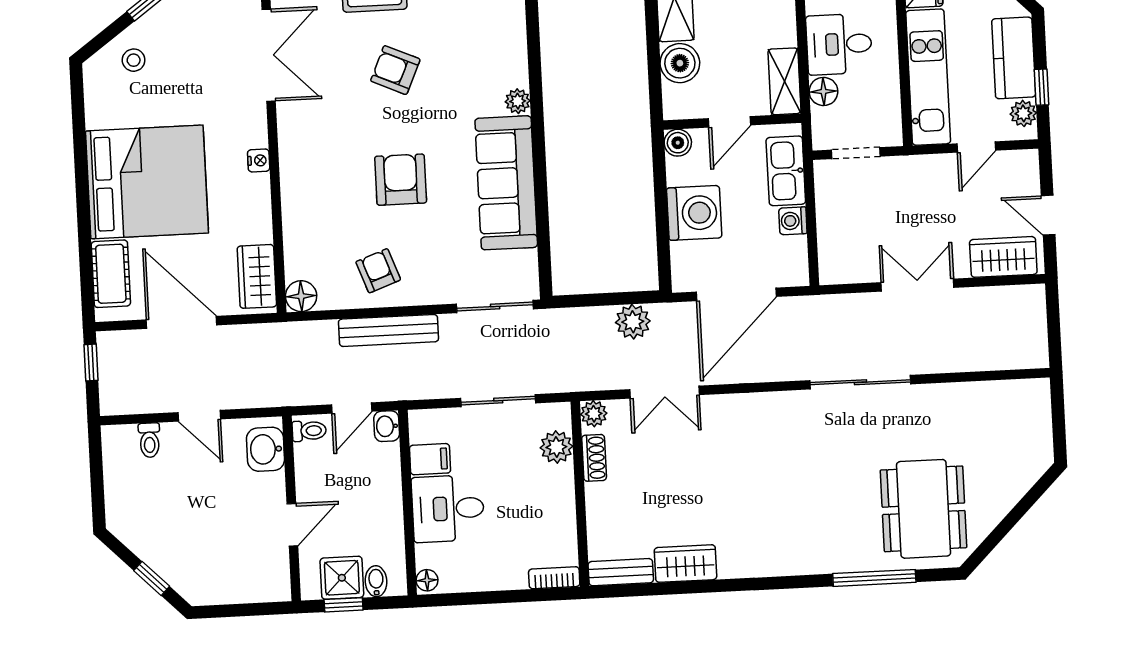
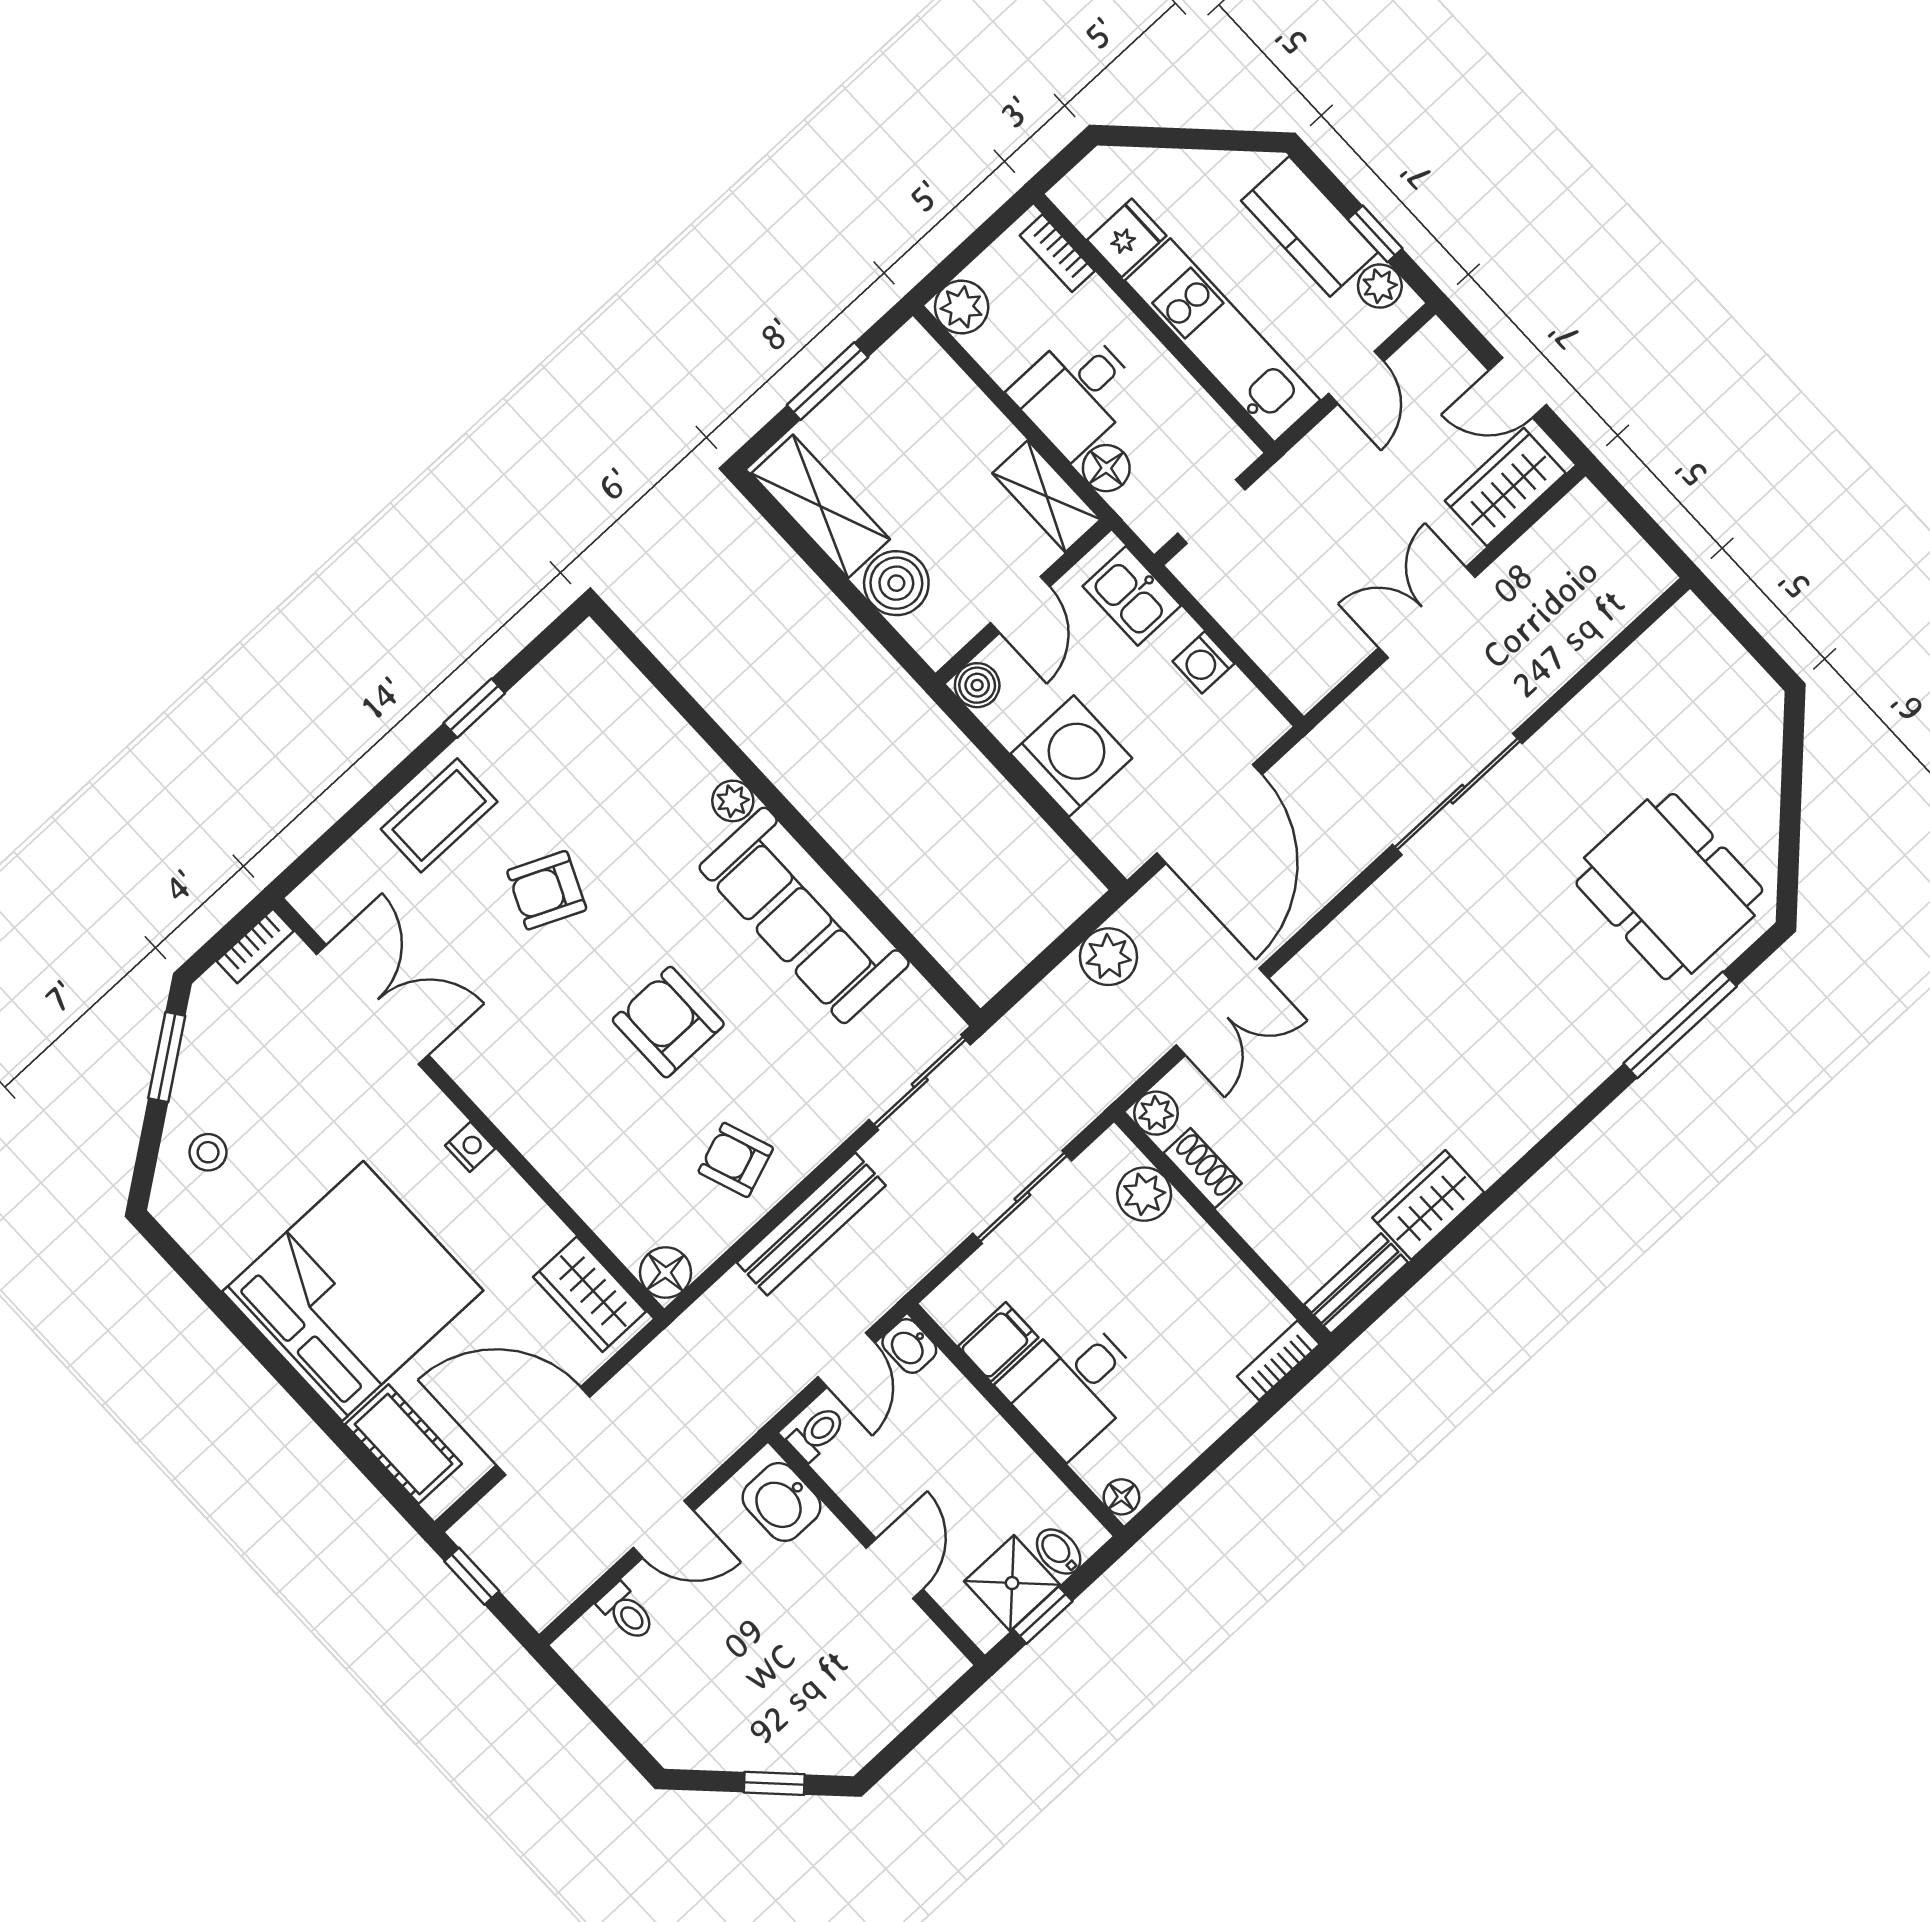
kitchen sink: (786, 171) -> (1132, 596), width x0.73

